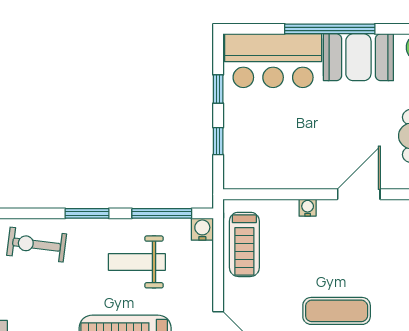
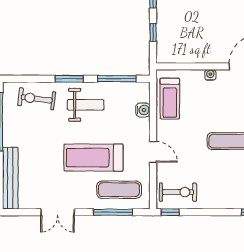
water cooler: (202, 229) -> (143, 110), moved, turned 90
weight bench: (137, 262) -> (86, 105), moved, turned 180

